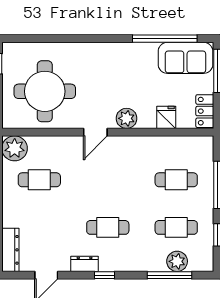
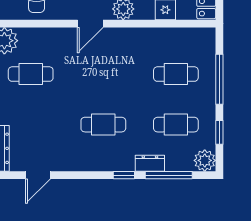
plant: (177, 261) -> (205, 160), moved
dresser: (85, 264) -> (150, 163), moved
window: (104, 275) -> (124, 175), moved

